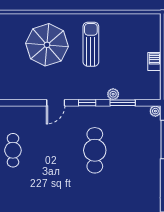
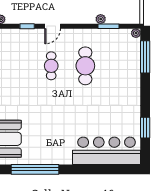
window: (87, 103) -> (27, 26), moved
cafe table: (13, 150) -> (51, 66), moved

